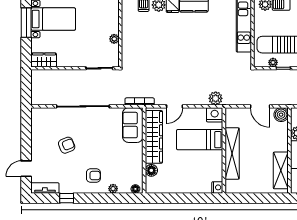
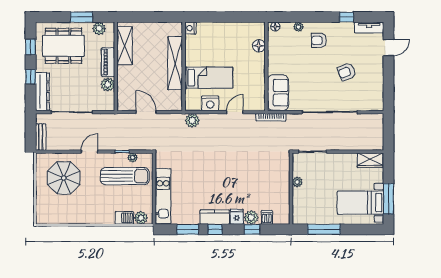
nightstand: (215, 115) -> (210, 103), moved
boiler: (281, 115) -> (124, 104), removed
wardrobe: (154, 137) -> (256, 80), removed

